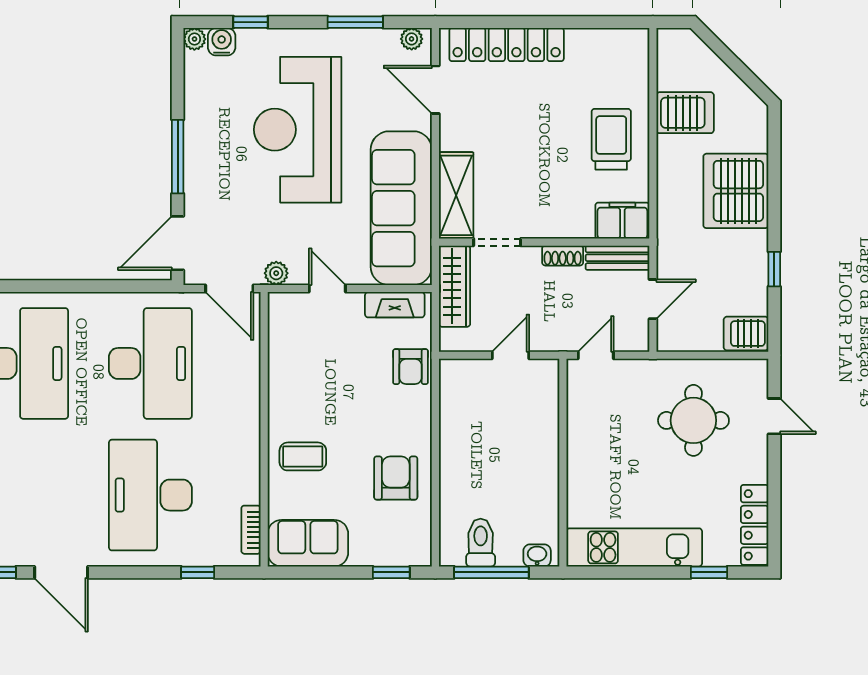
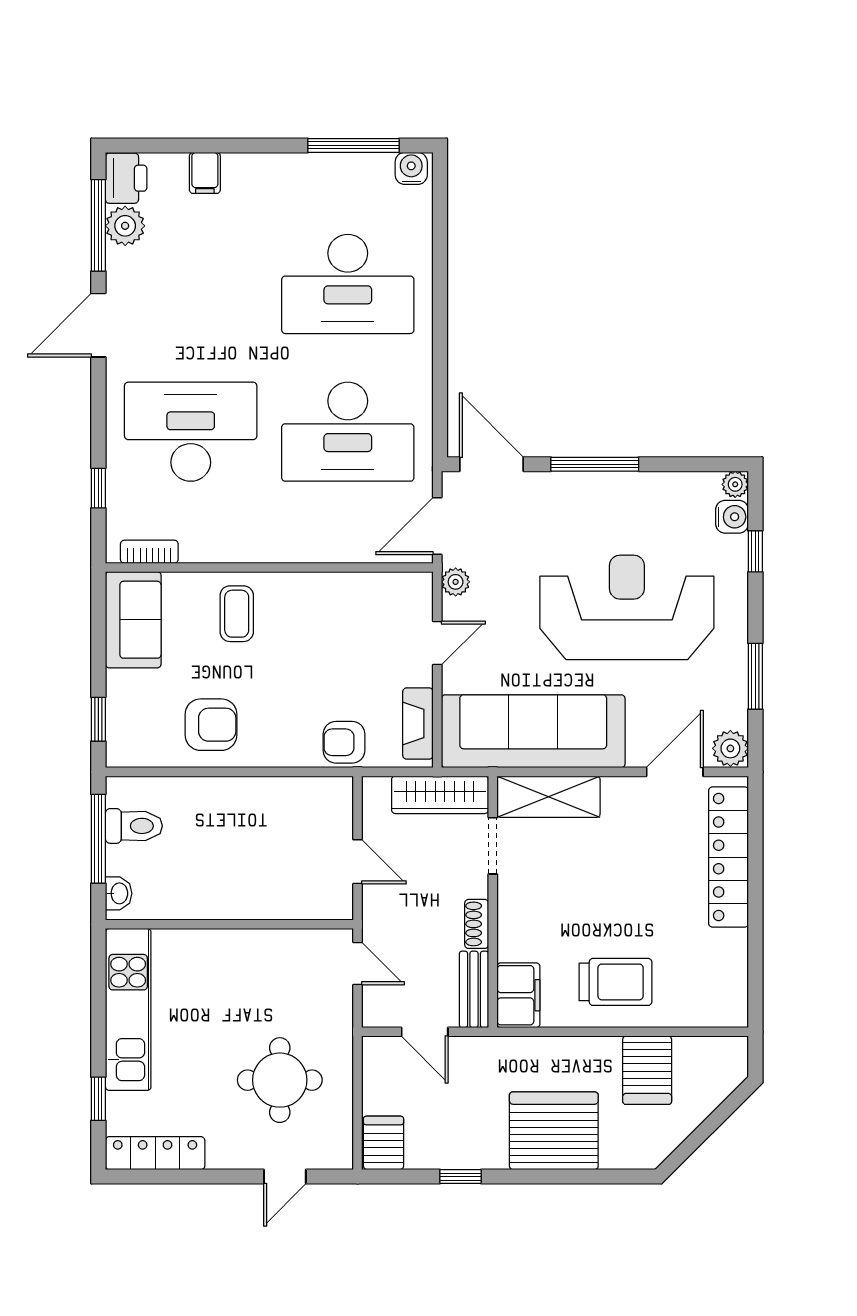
plant: (412, 39) -> (730, 748), width x1.38, depth x1.38

